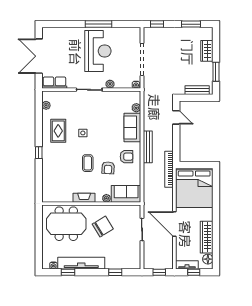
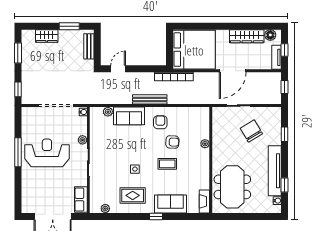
sofa: (126, 194) -> (170, 204), moved, turned 90
fireplace: (84, 198) -> (204, 201), moved
chair: (103, 227) -> (251, 131), moved

